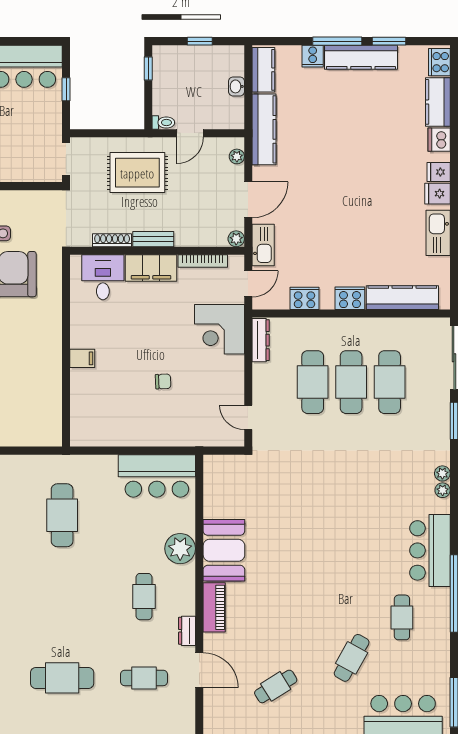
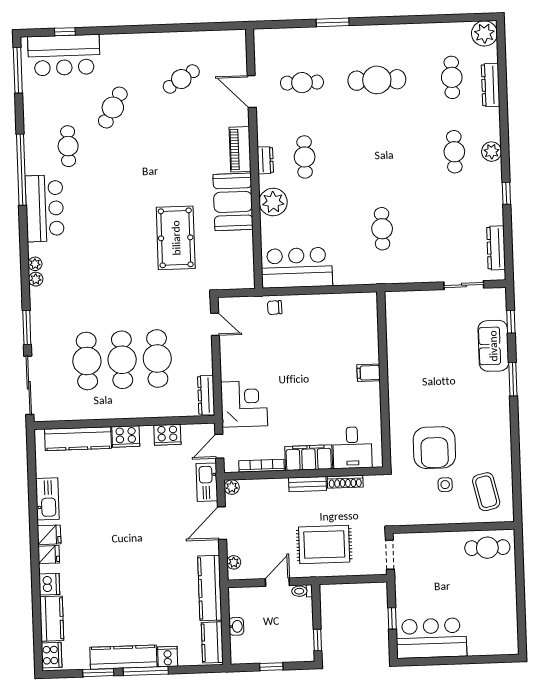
chair: (163, 381) -> (275, 308), moved
pool table: (288, 513) -> (176, 238), added
cafe table: (62, 515) -> (382, 229), width x0.73, depth x0.74
dresser: (187, 631) -> (265, 160), moved

